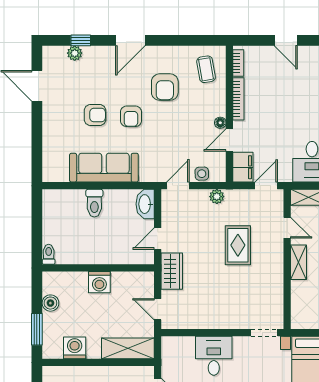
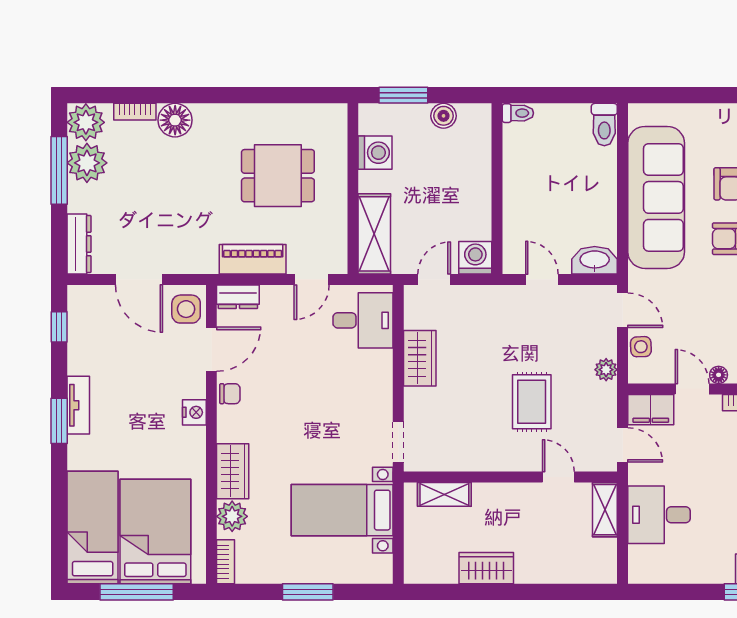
sofa: (104, 168) -> (656, 197), width x1.36, depth x1.27
toilet: (94, 203) -> (604, 125), moved, turned -90
door: (287, 228) -> (558, 477), swing flipped
rug: (238, 245) -> (532, 402), turned 90
shelving: (299, 262) -> (444, 494), moved
wardrobe: (172, 271) -> (420, 358), moved, turned -90
washing machine: (99, 282) -> (475, 258), moved, turned 90
desk: (214, 356) -> (363, 320), moved

